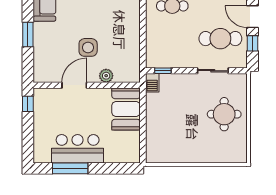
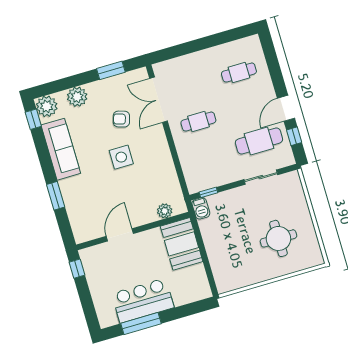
door: (252, 17) -> (286, 108), hinge flipped
side table: (88, 47) -> (121, 157), moved
plant: (106, 76) -> (165, 211), moved
round table: (224, 114) -> (278, 238), moved

